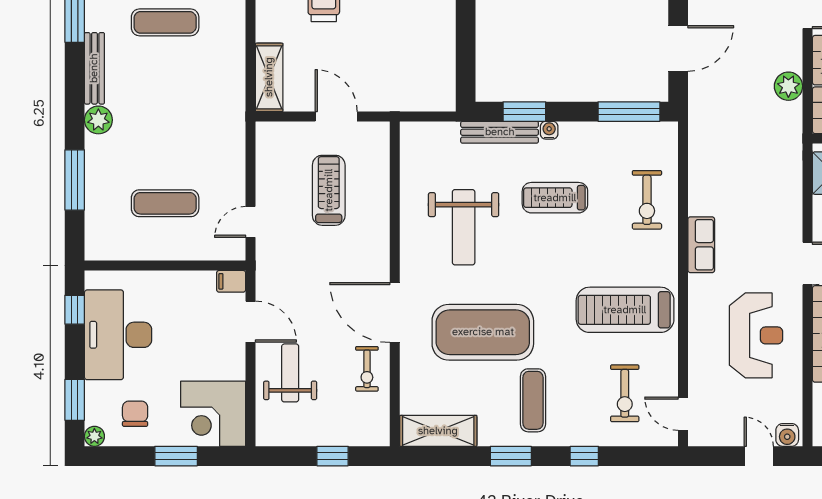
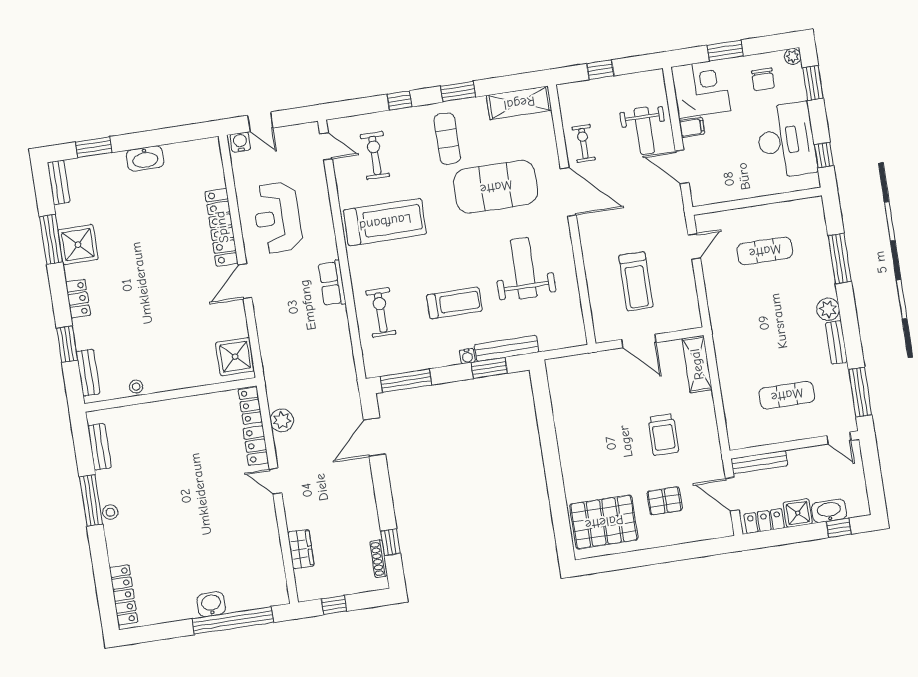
bench: (94, 68) -> (836, 342), width x0.73
filing cabinet: (231, 281) -> (692, 127), moved

